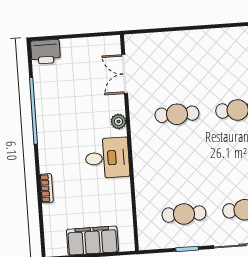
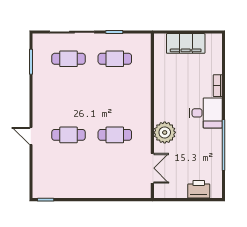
printer: (45, 52) -> (199, 189), moved
plant: (118, 121) -> (165, 132), width x1.88, depth x1.88
desk: (107, 158) -> (206, 113), moved, turned 180

